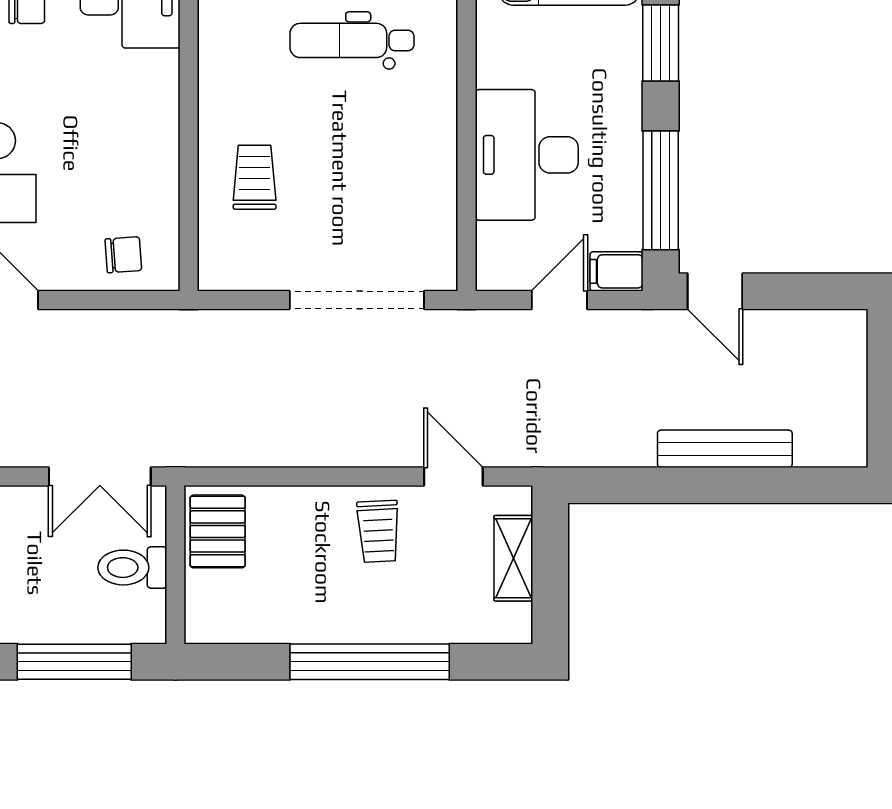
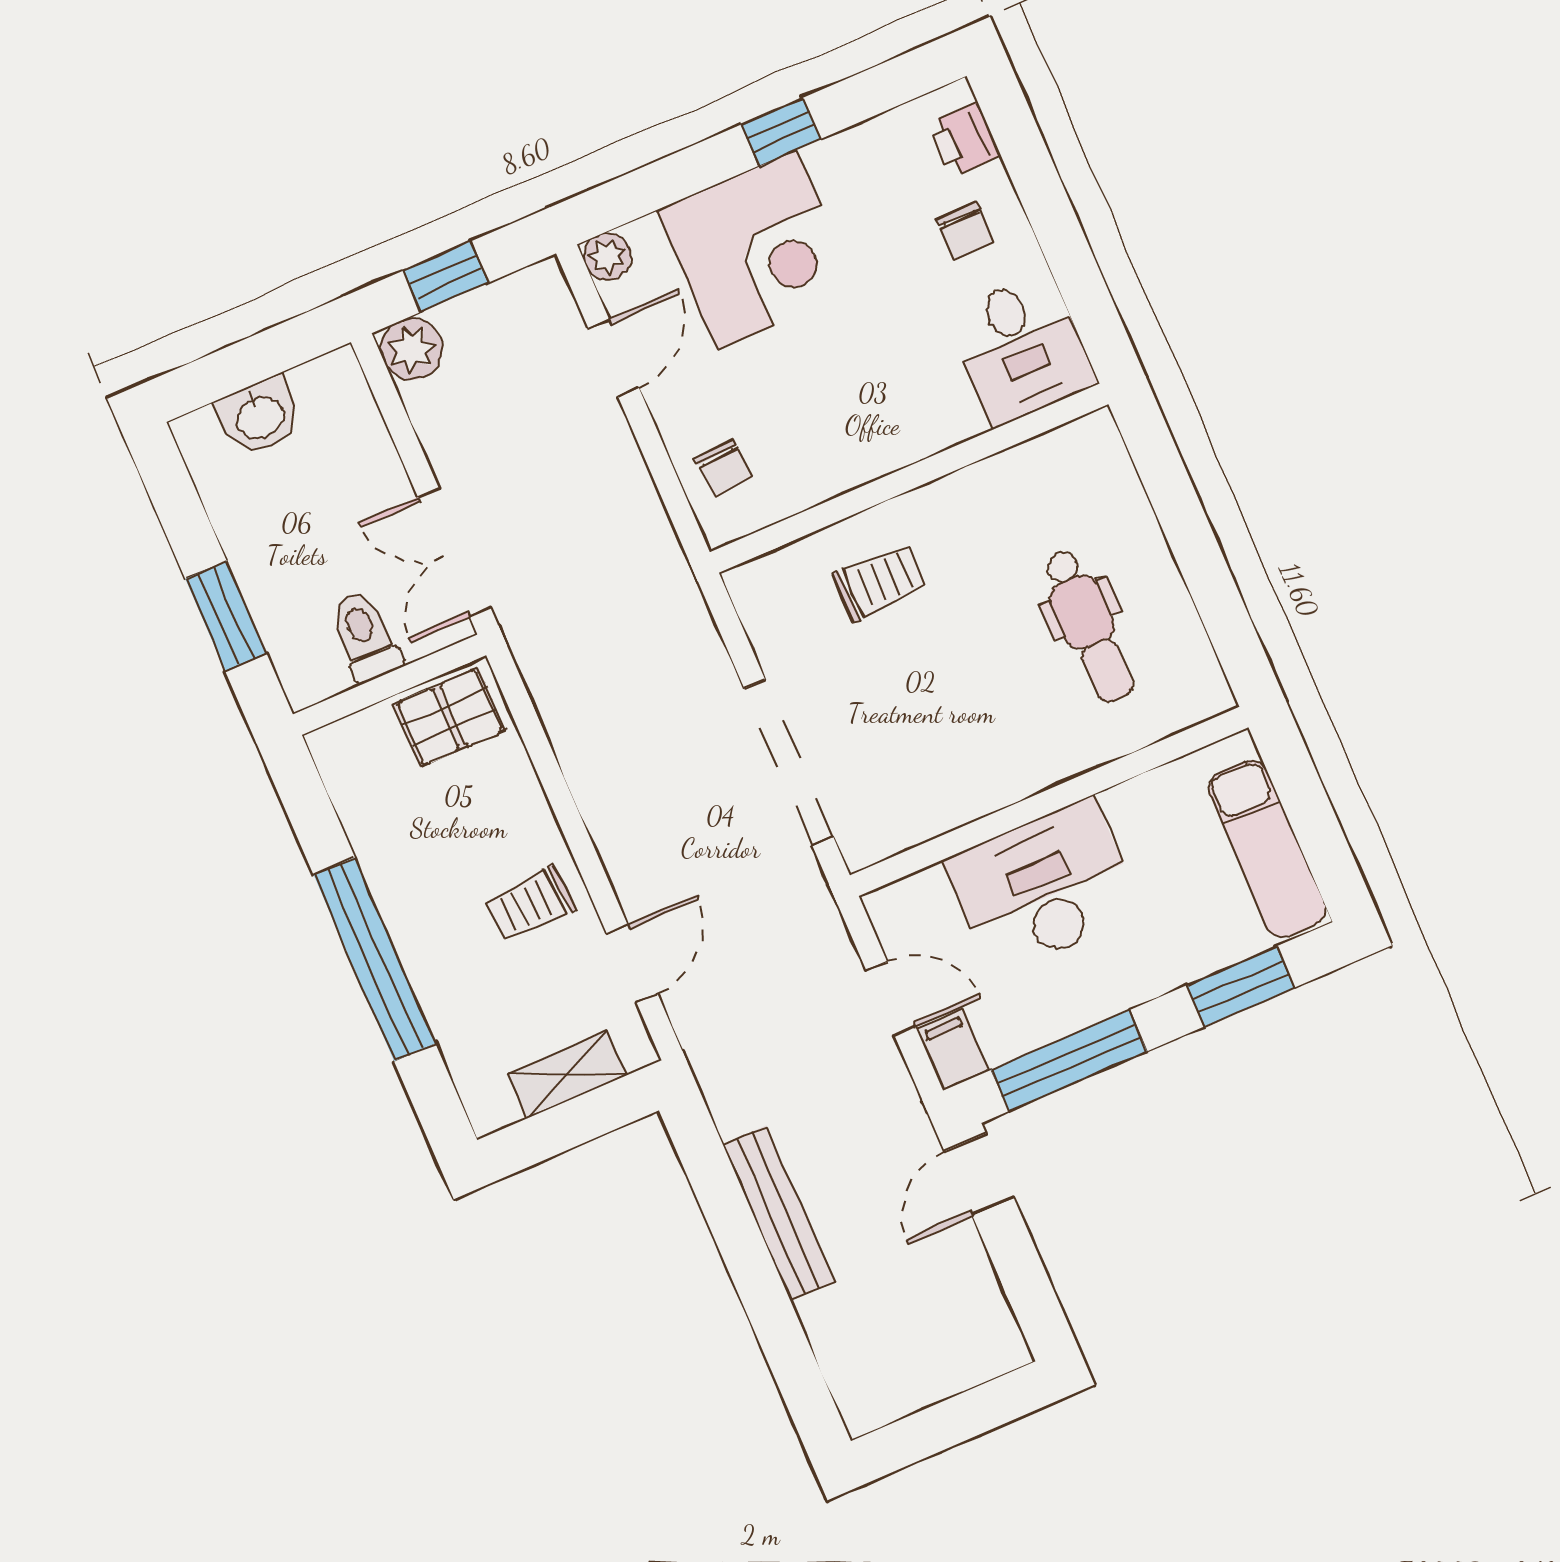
dental chair: (352, 40) -> (1088, 626), turned 180
bench: (725, 449) -> (778, 1213), moved
window: (74, 662) -> (226, 616), width x0.69

